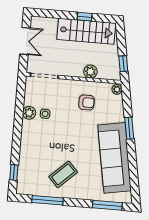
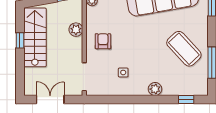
armchair: (87, 103) -> (103, 41), moved
plant: (29, 113) -> (155, 89), moved
coffee table: (63, 174) -> (184, 49), width x1.36, depth x1.32

